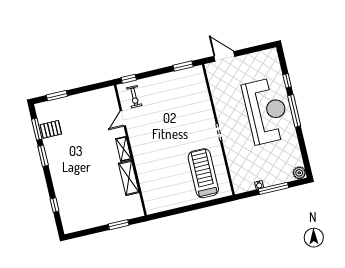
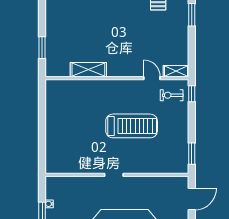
shelving: (123, 149) -> (176, 71), moved
treadmill: (203, 173) -> (132, 126), moved

